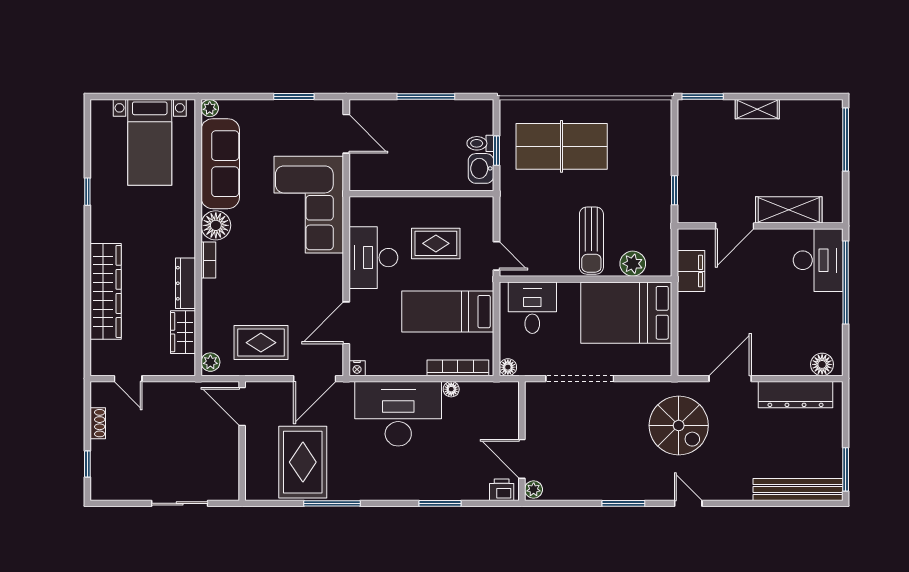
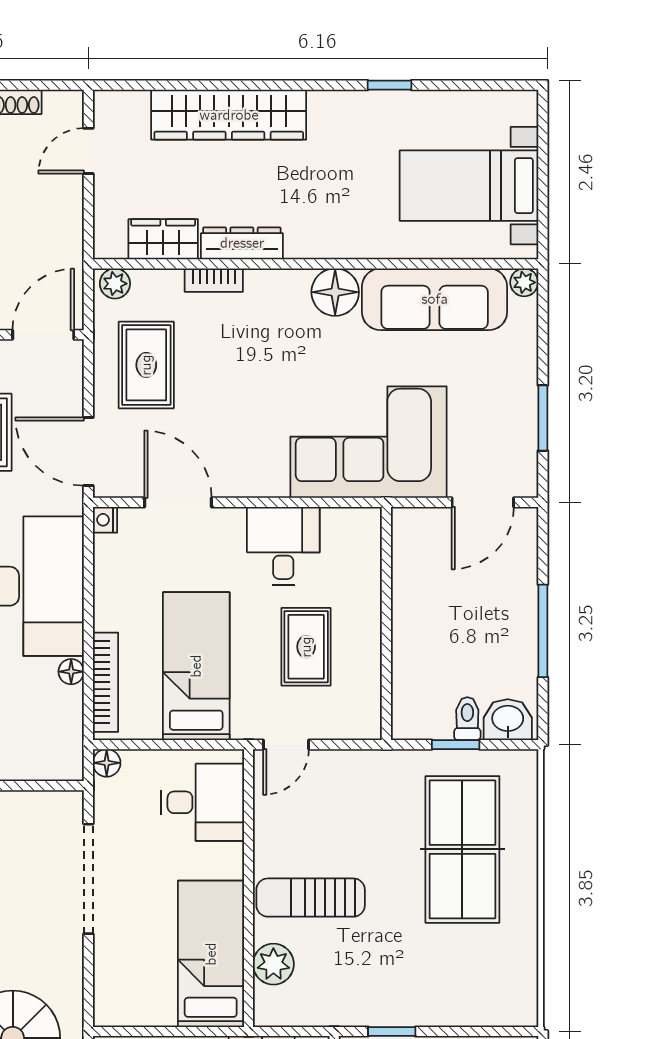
washbasin: (481, 168) -> (508, 720), moved
desk: (373, 258) -> (283, 546), width x0.73
bookcase: (208, 260) -> (214, 280), moved
bed: (626, 313) -> (211, 954), width x0.67

